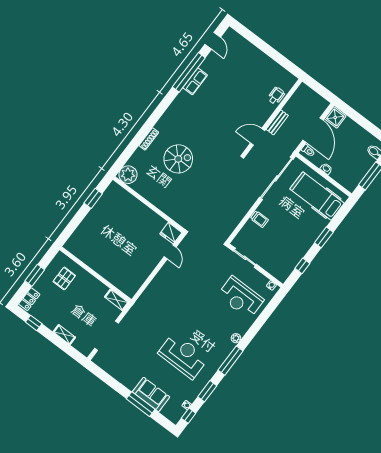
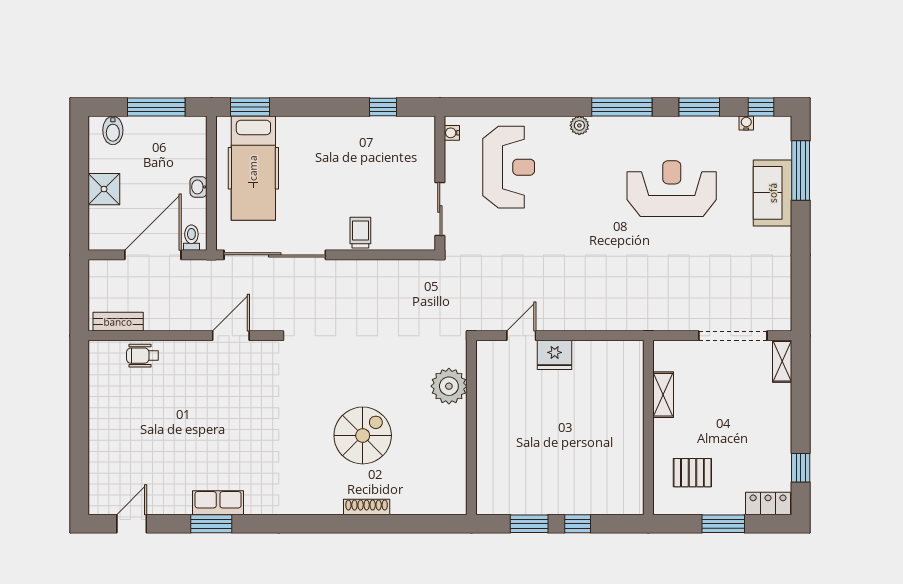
window: (189, 72) -> (211, 524), width x0.47
shower: (335, 117) -> (104, 189), moved
bench: (277, 122) -> (118, 322), moved
door: (257, 137) -> (231, 336), swing flipped
spiral stairs: (178, 159) -> (363, 435), turned 90
plant: (128, 175) -> (449, 386), moved
window: (79, 218) -> (578, 524), added
fridge: (171, 233) -> (555, 355), moved, turned 90
window: (324, 237) -> (250, 107), moved
shelving: (117, 300) -> (663, 395), moved
shelving: (64, 335) -> (782, 361), moved
reception desk: (183, 356) -> (672, 189), turned 90
window: (141, 404) -> (801, 171), moved

